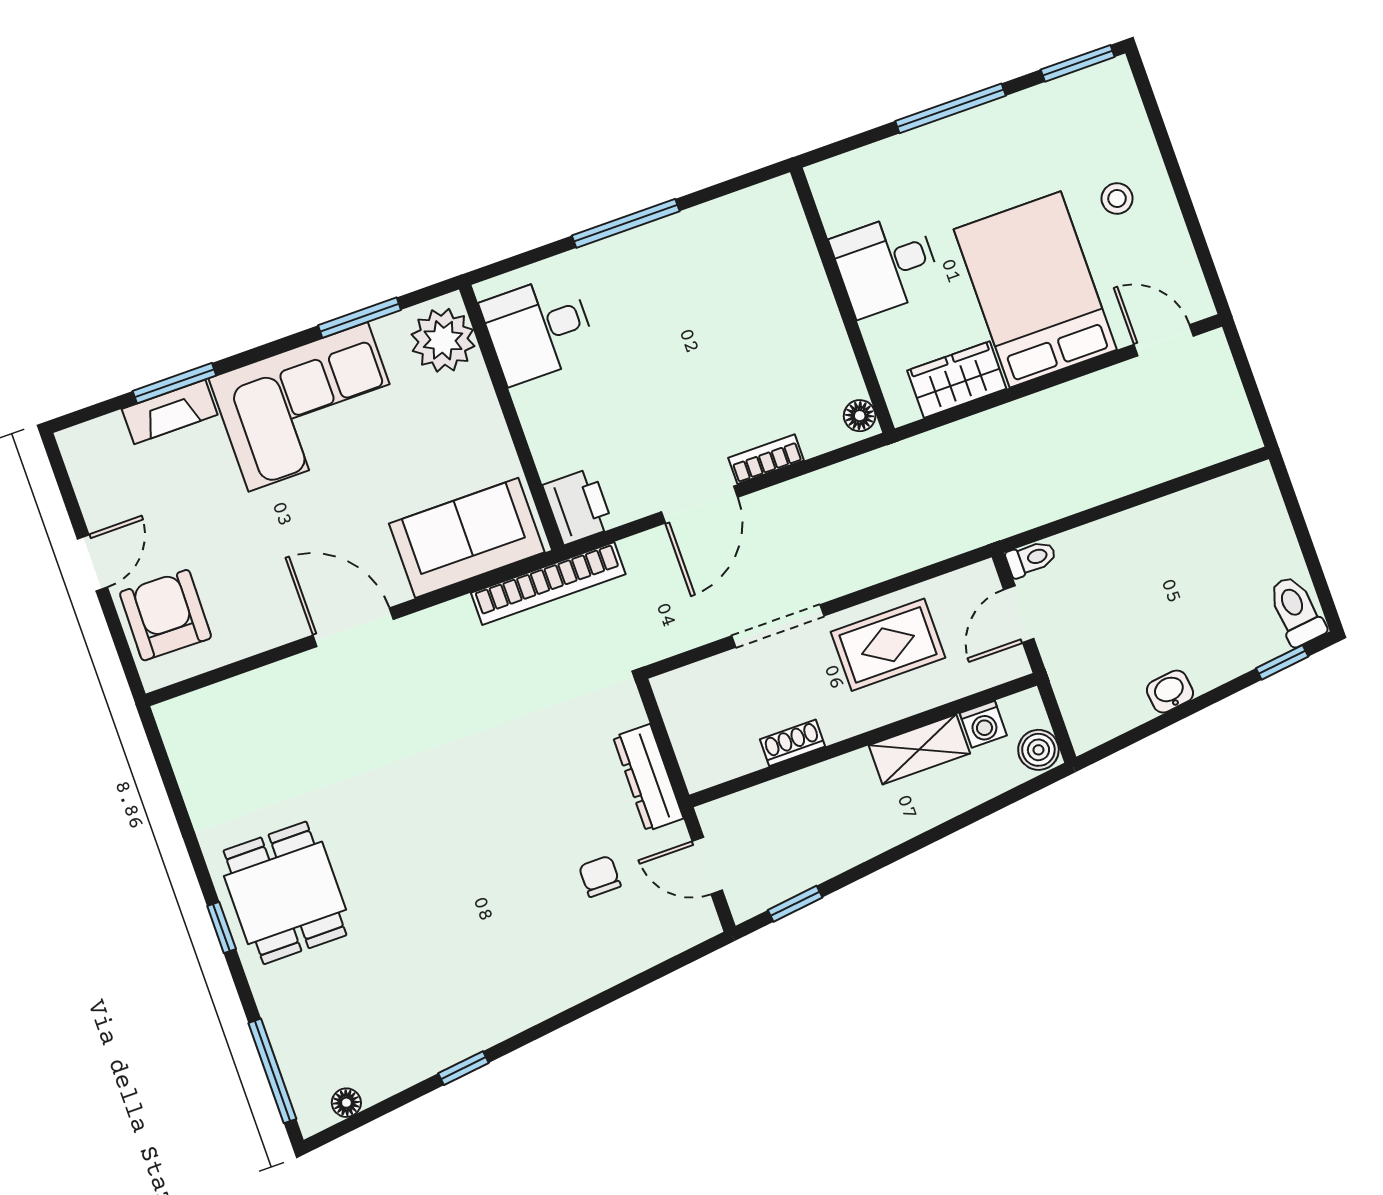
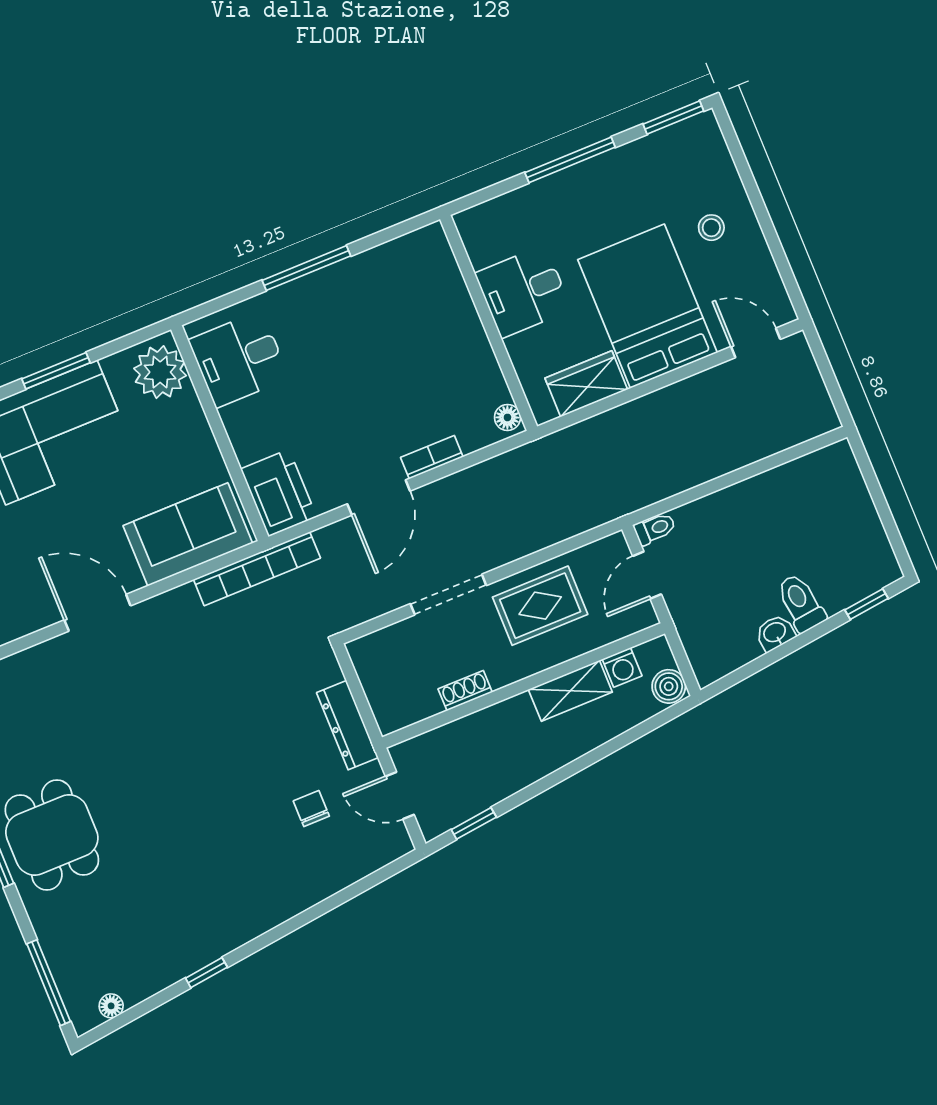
window: (359, 318) -> (56, 371), moved
printer: (578, 506) -> (279, 493), width x1.37, depth x1.19
toilet: (1296, 611) -> (801, 603), moved

